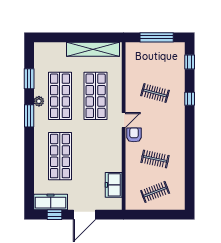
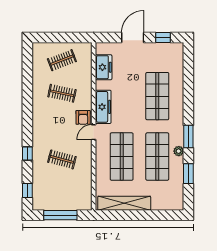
freezer: (51, 202) -> (103, 107), moved, turned -90

